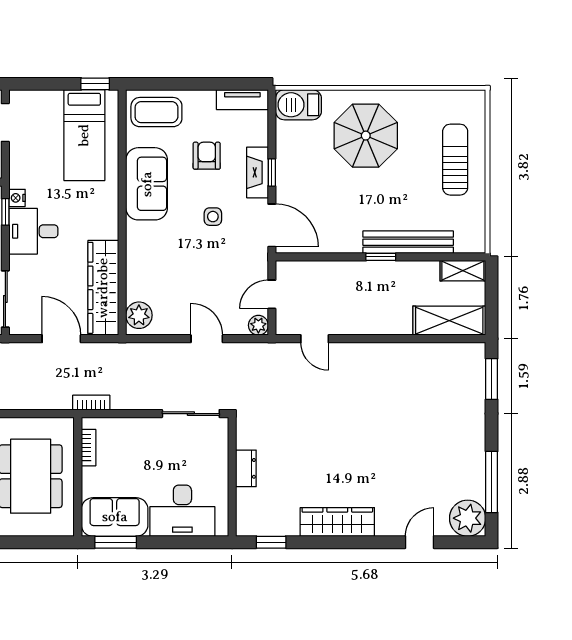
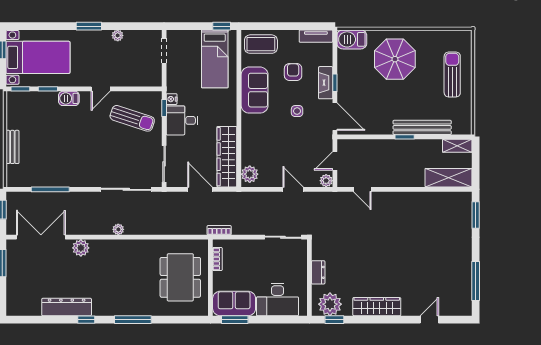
plant: (468, 518) -> (330, 304), moved

